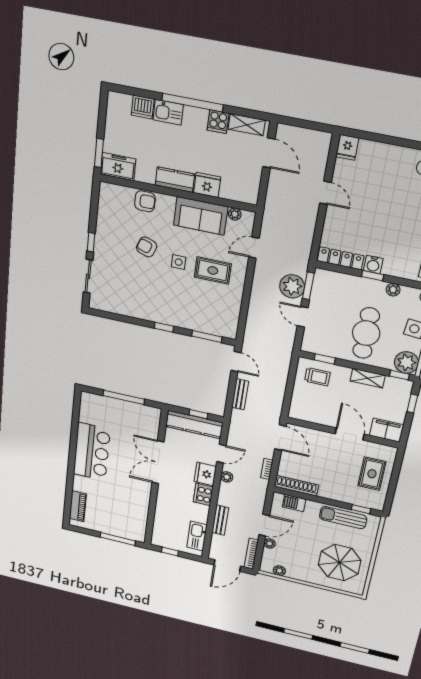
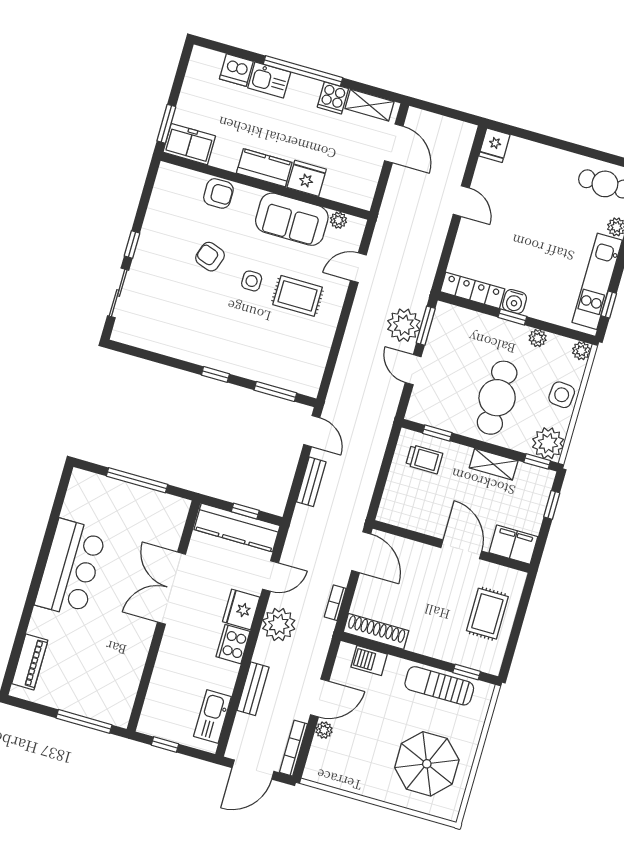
plant: (227, 477) -> (279, 625), width x1.88, depth x1.88
plant: (279, 571) -> (333, 778), removed

